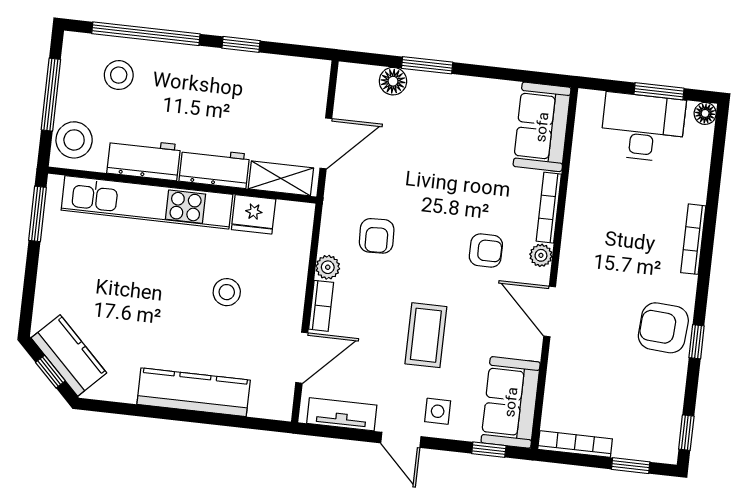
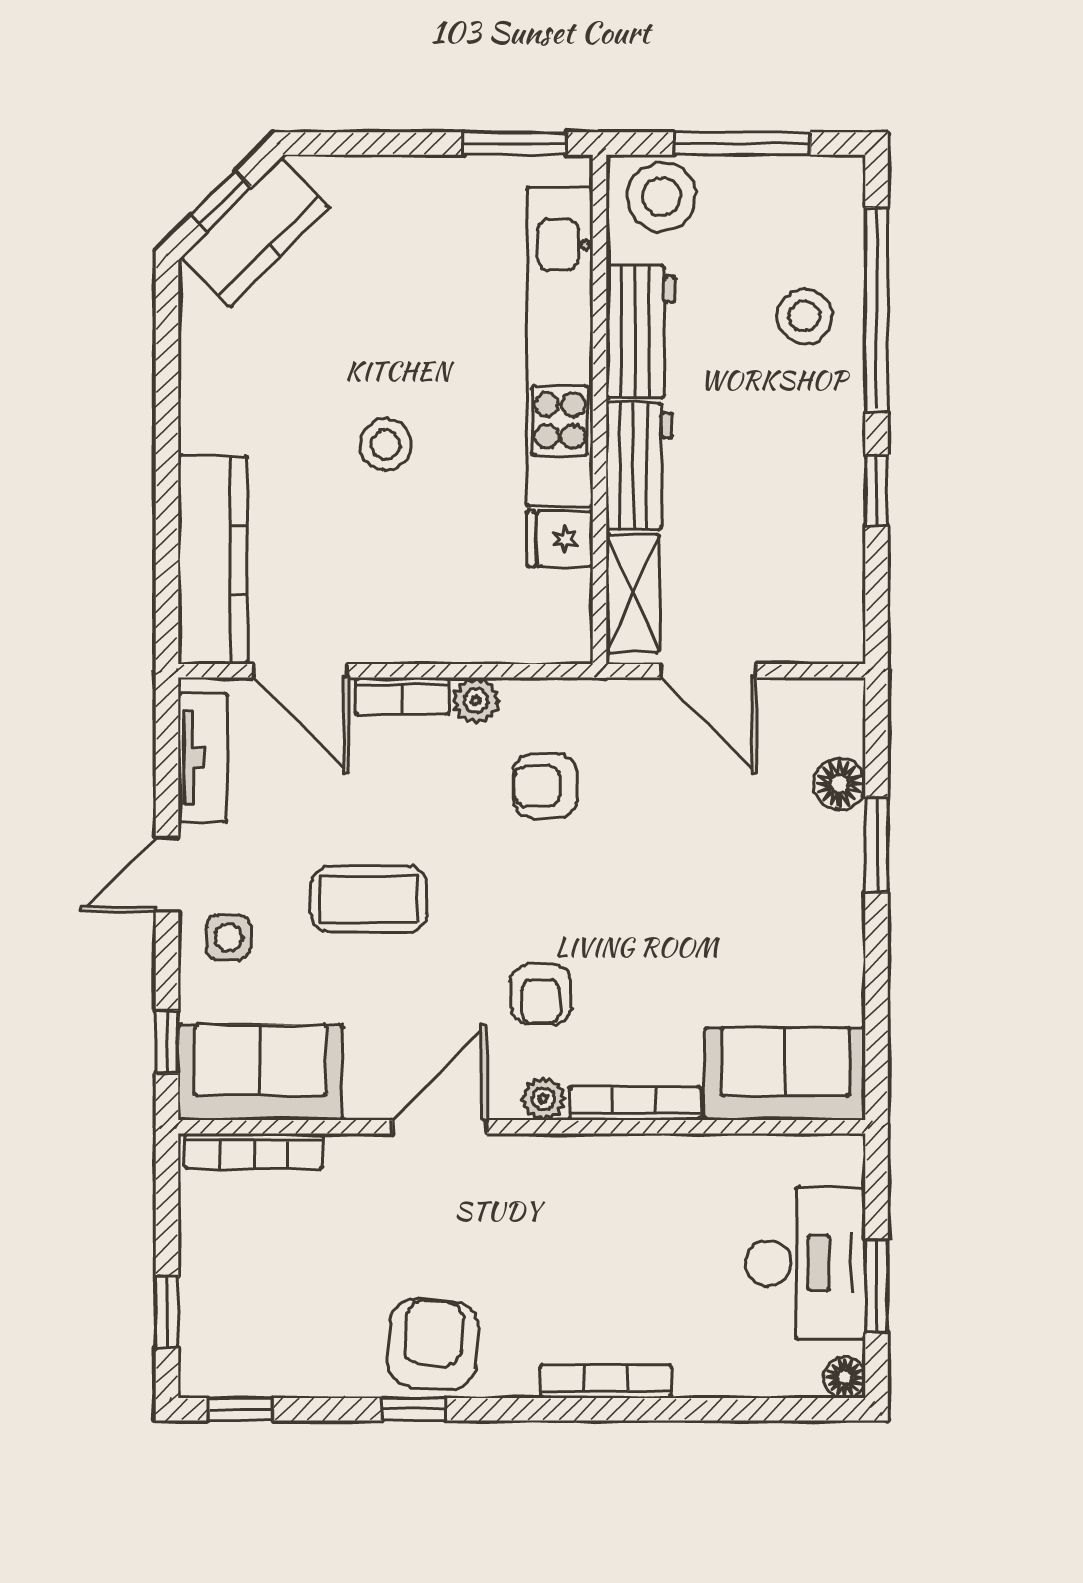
stool: (119, 75) -> (805, 316), moved
fridge: (254, 214) -> (560, 539), width x0.72
stool: (227, 292) -> (386, 444), moved
kitchen counter: (194, 392) -> (213, 560), moved
bookcase: (575, 444) -> (254, 1151), moved, turned 90

